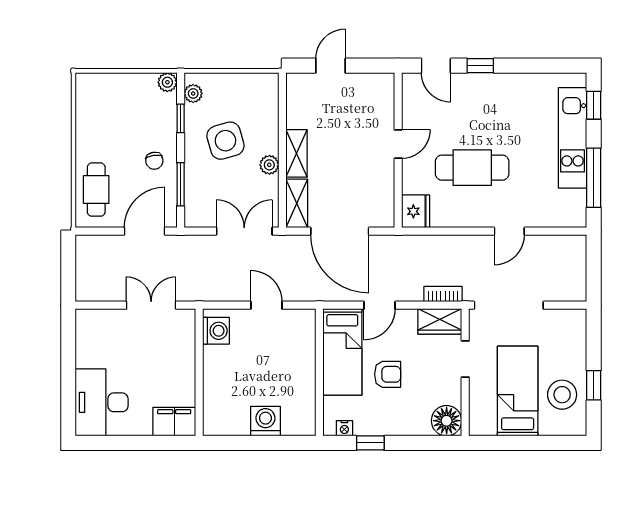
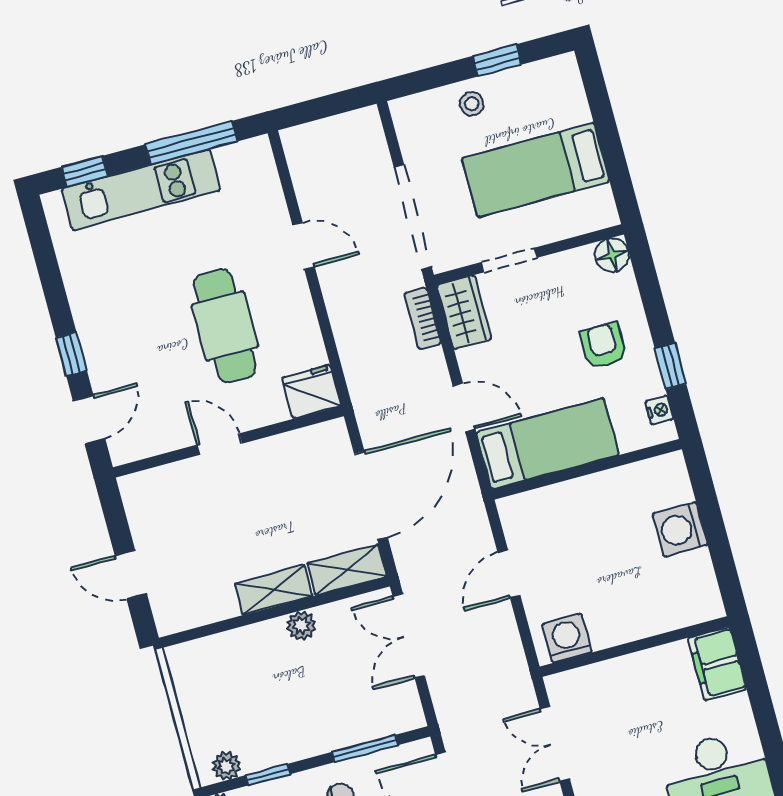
side table: (225, 141) -> (283, 700), removed
armchair: (388, 374) -> (603, 345), moved
stool: (562, 395) -> (472, 104), moved, width x0.53, depth x0.53
floor lamp: (447, 421) -> (612, 255), width x0.73, depth x0.73

